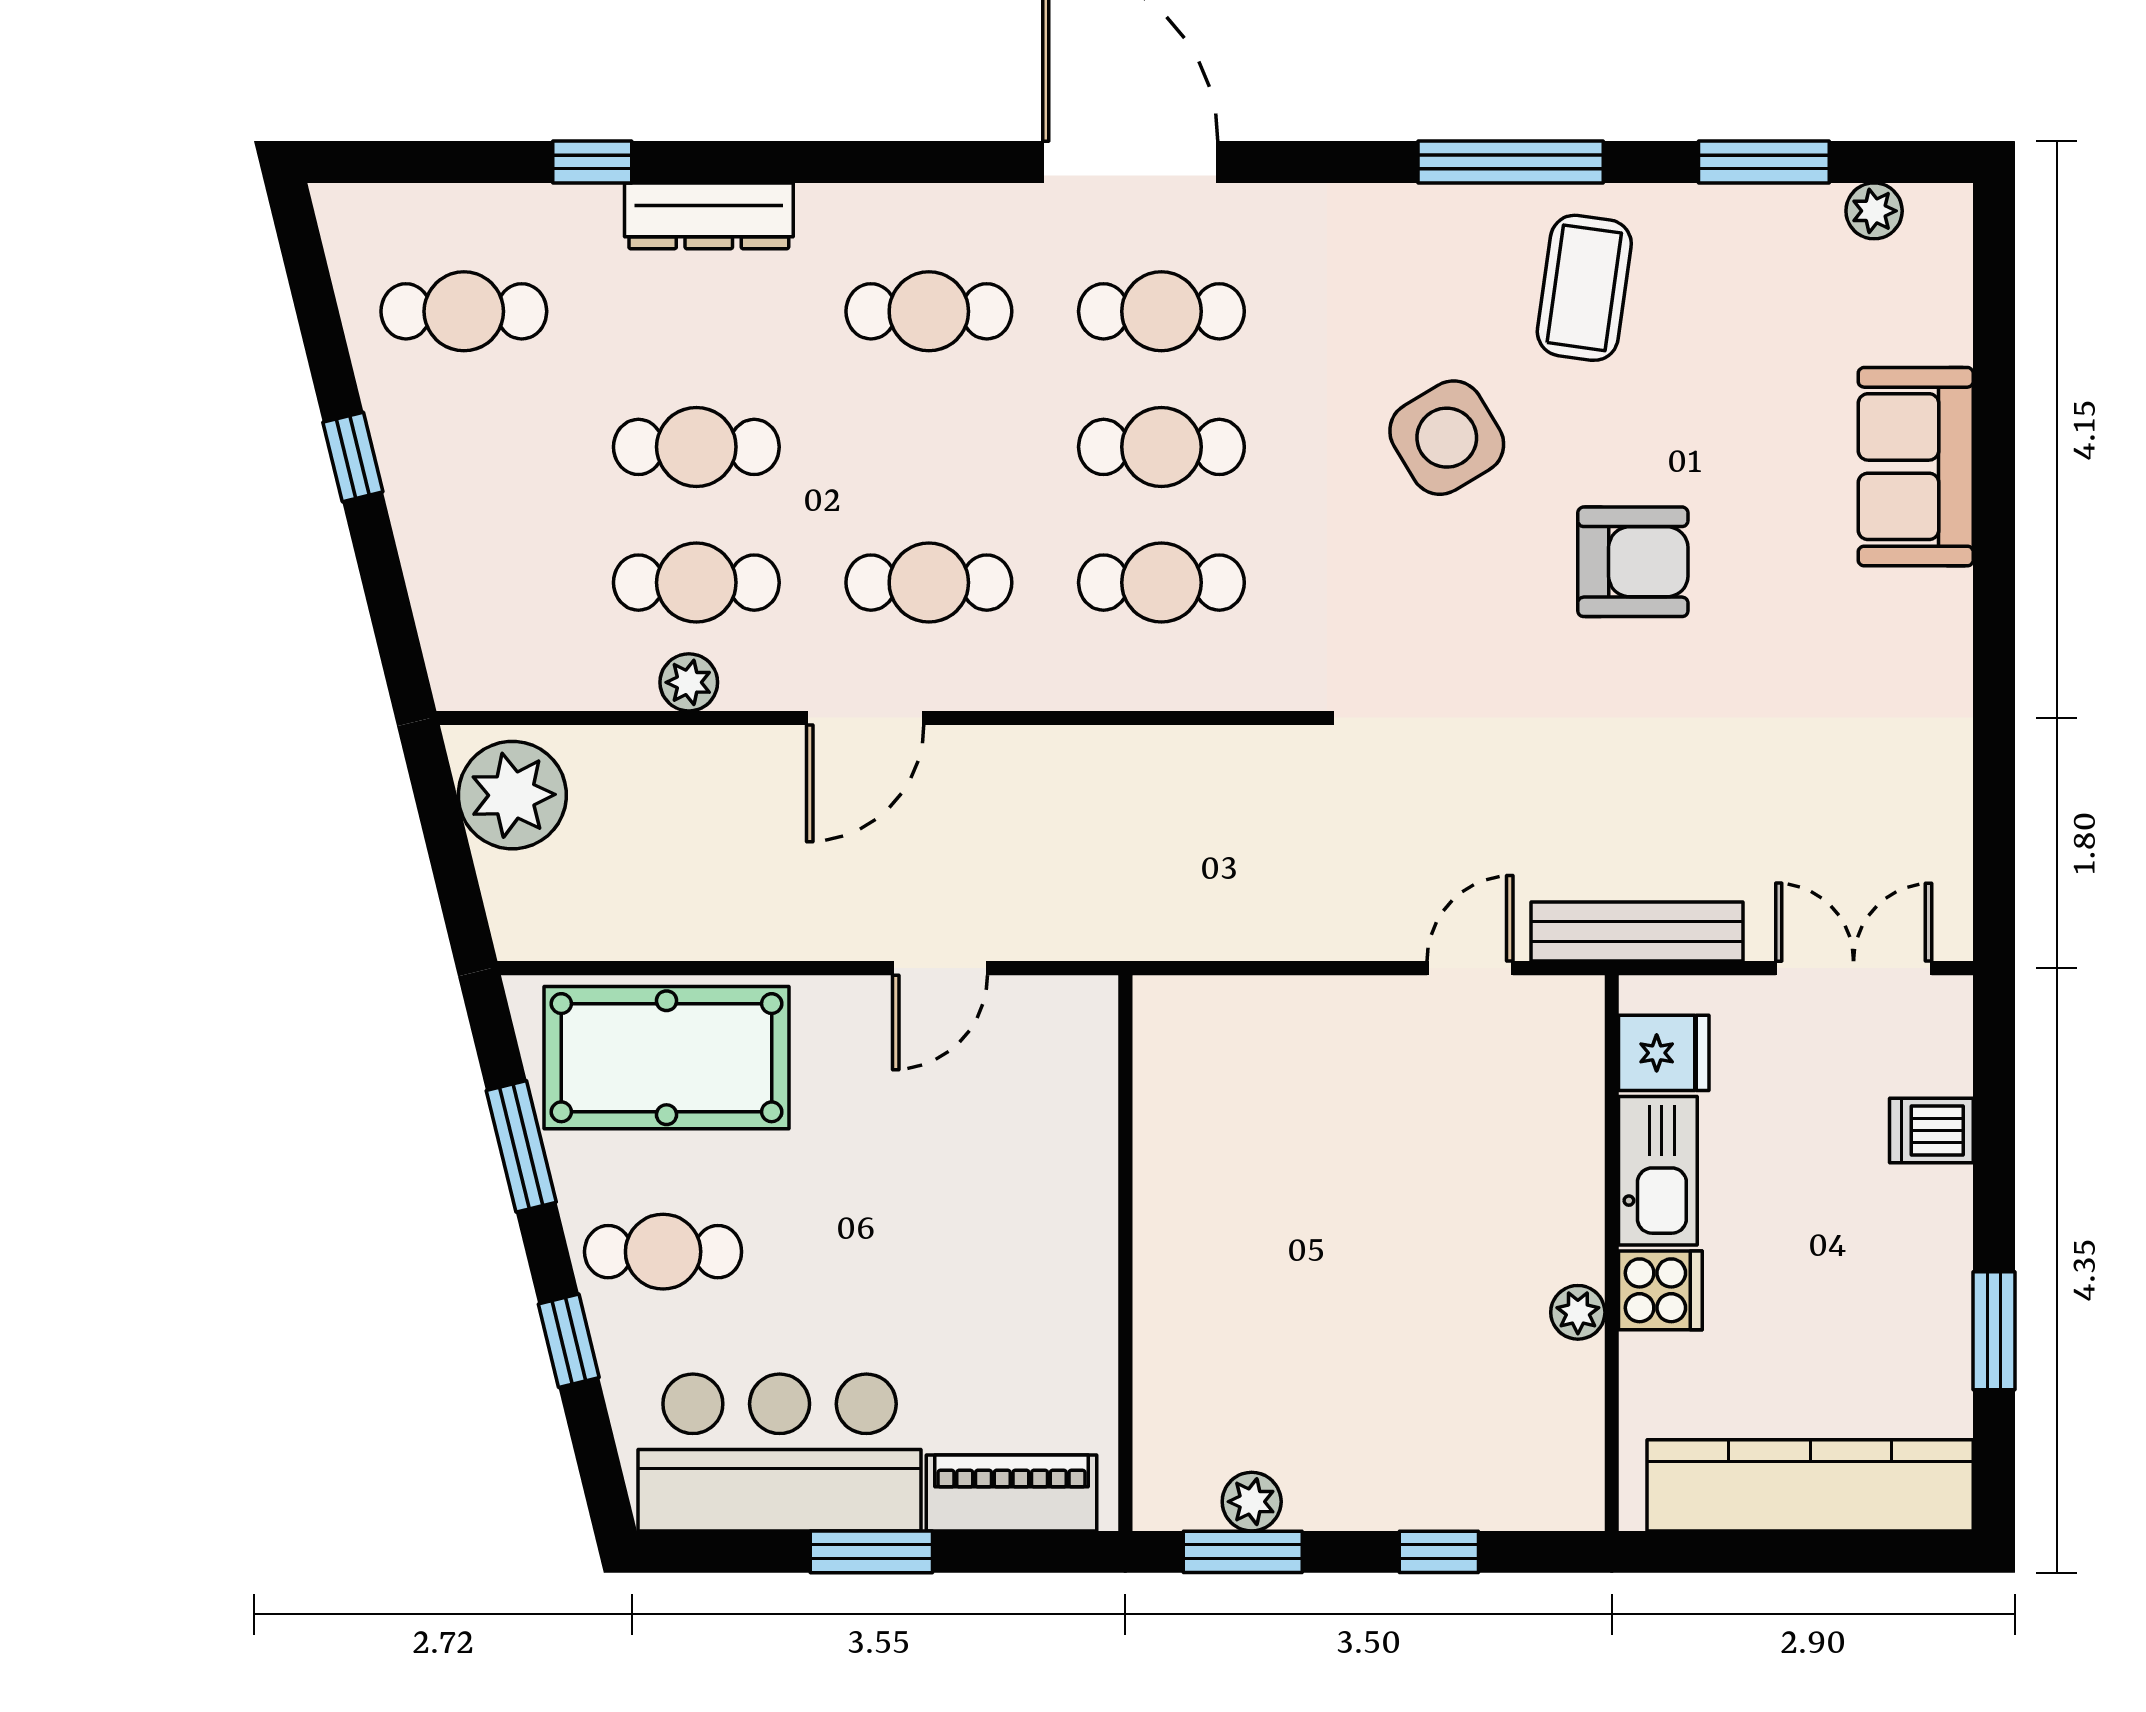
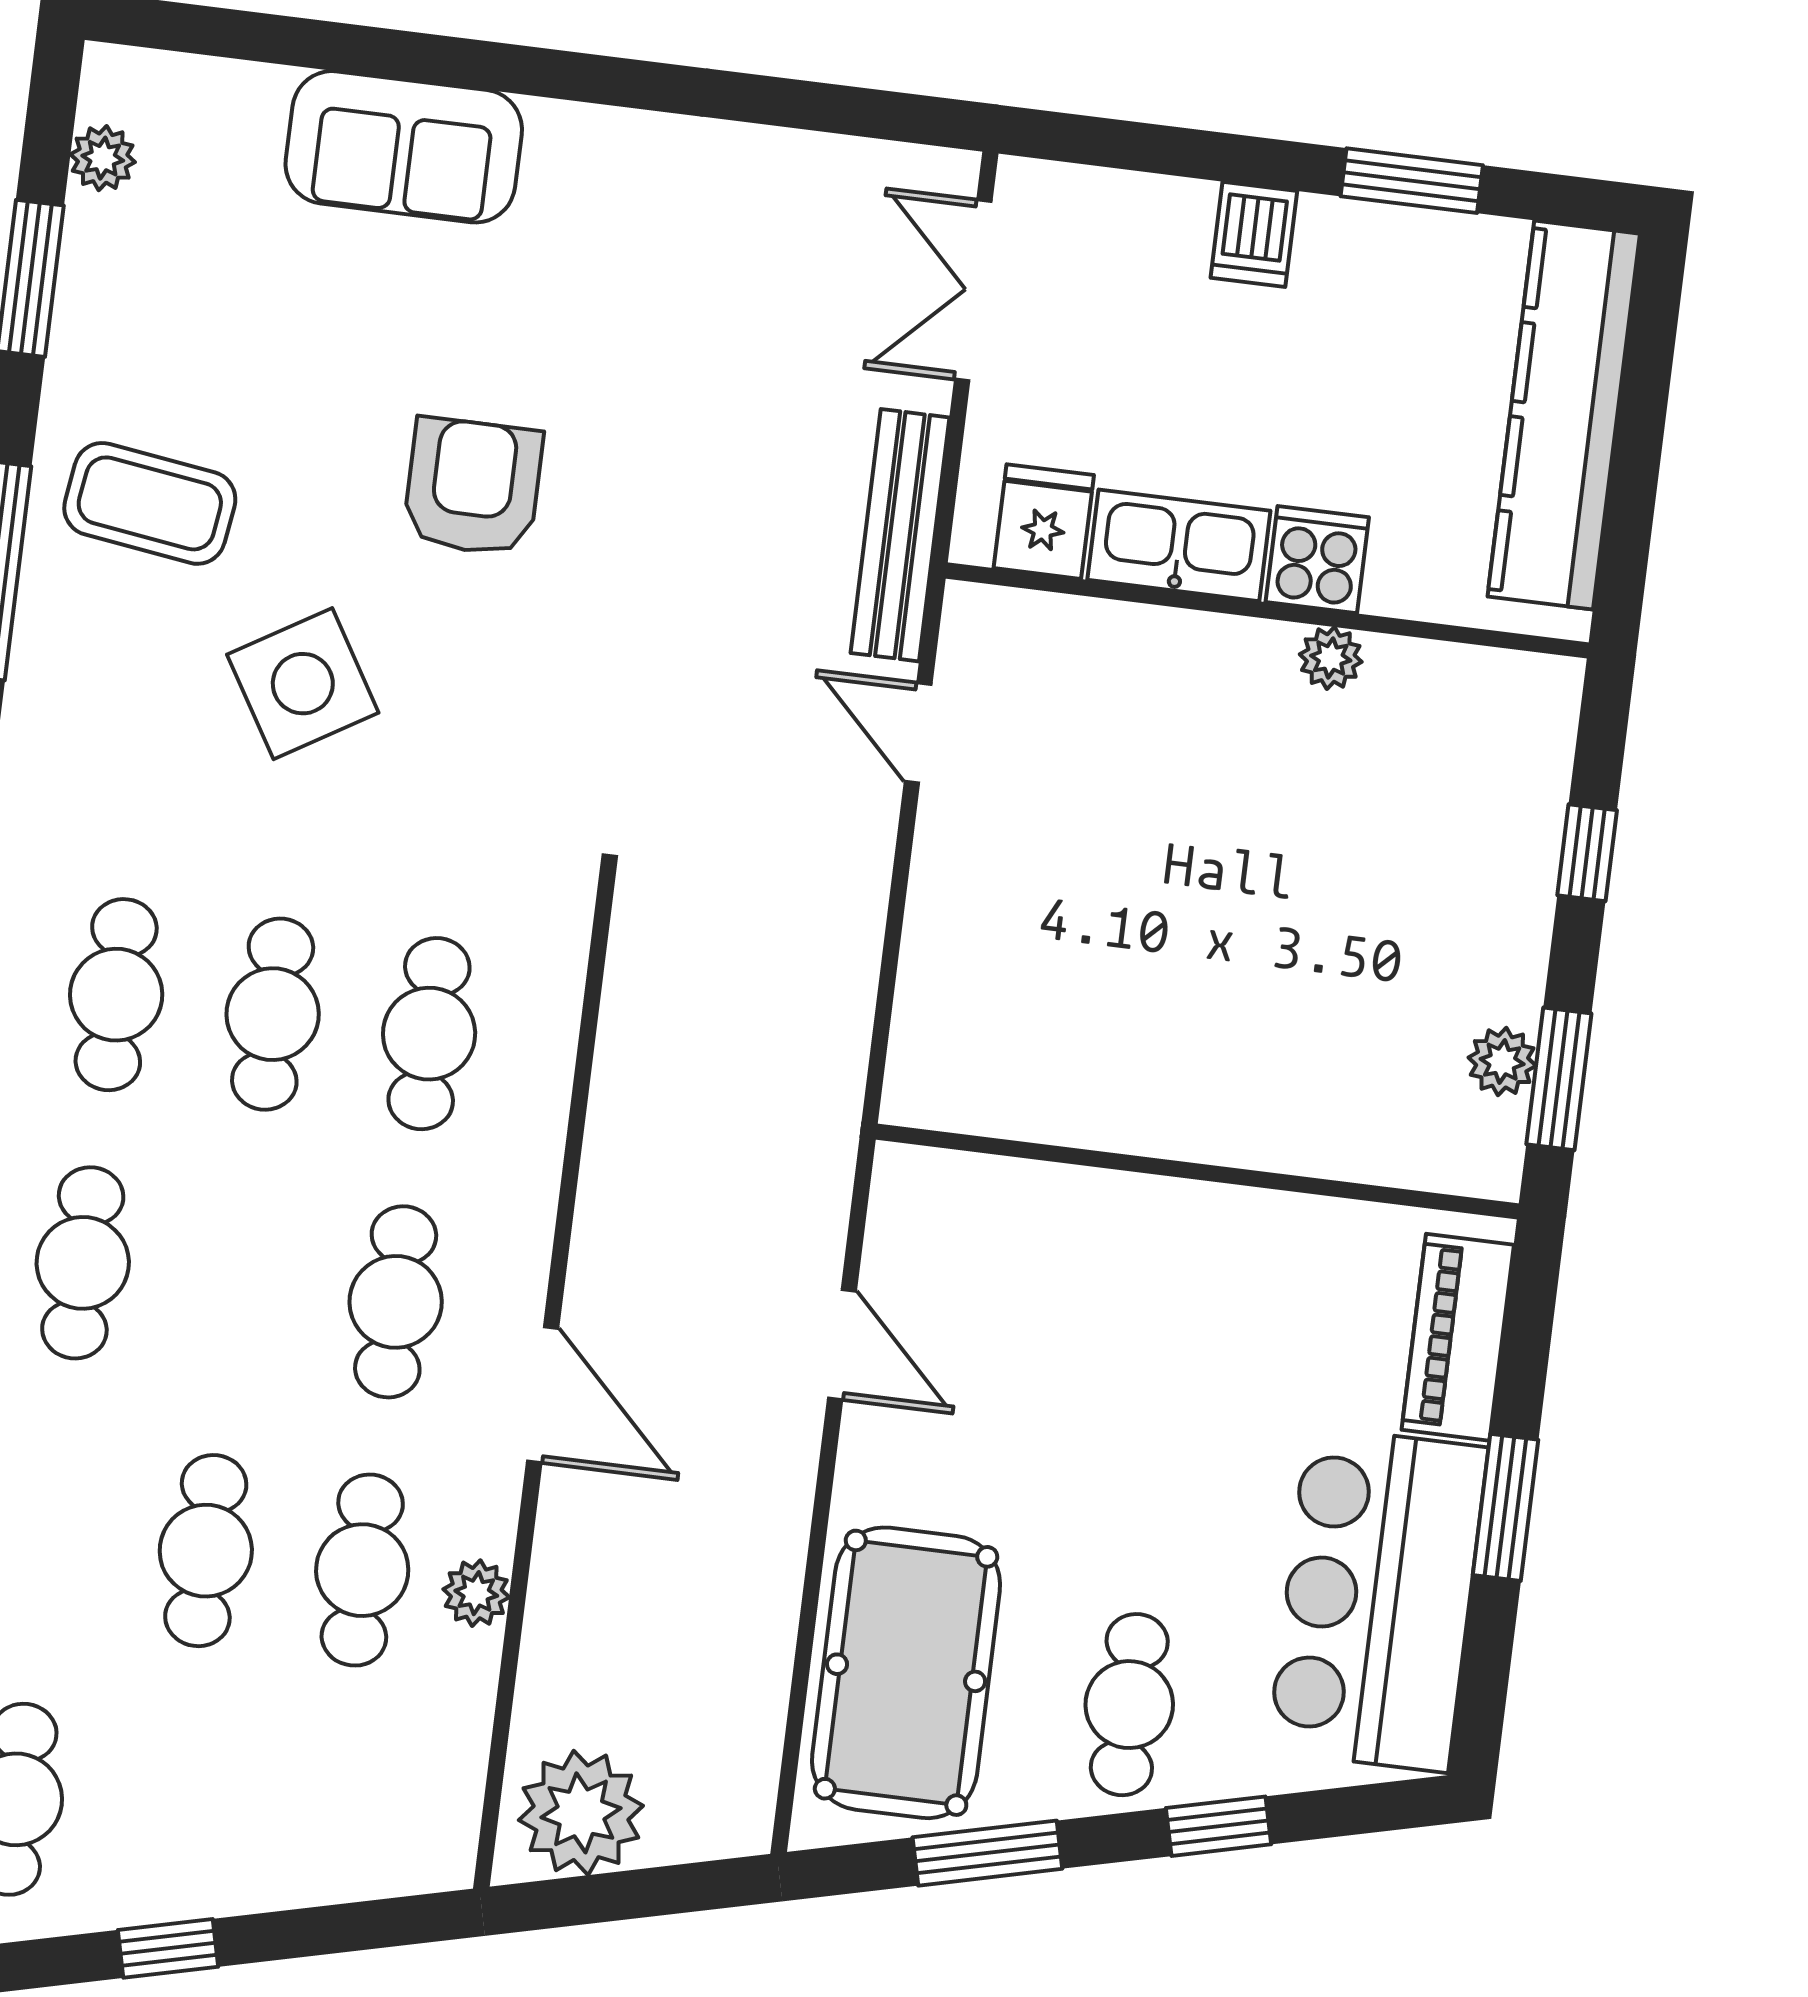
dishwasher: (1931, 1130) -> (1254, 234), moved

